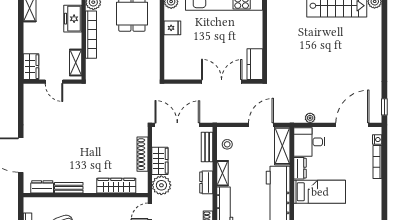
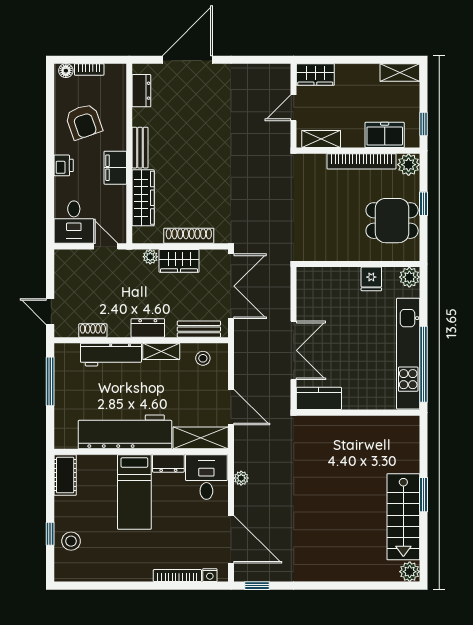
plant: (161, 185) -> (150, 257), width x0.53, depth x0.53
bench: (69, 188) -> (140, 148), moved
filing cabinet: (95, 205) -> (115, 168), added

